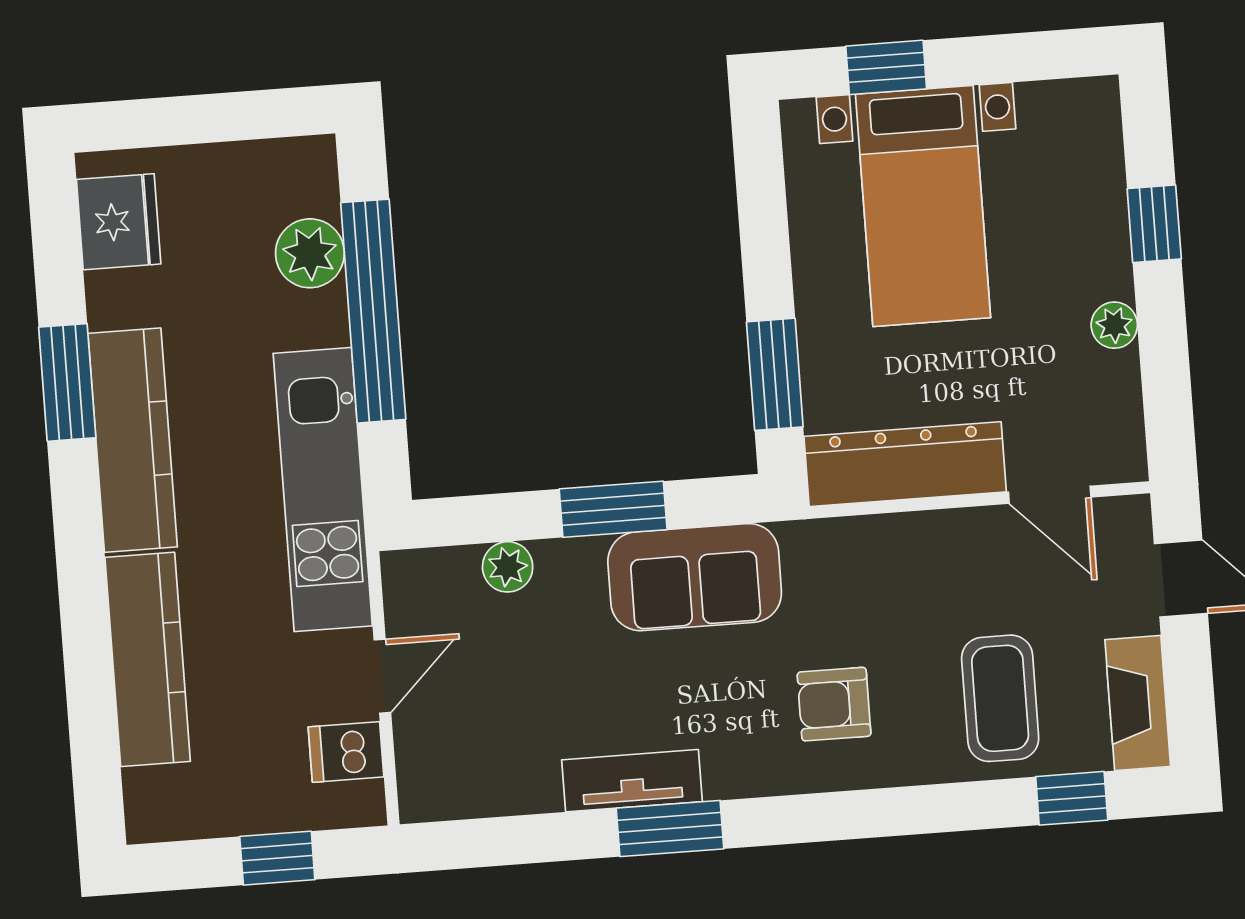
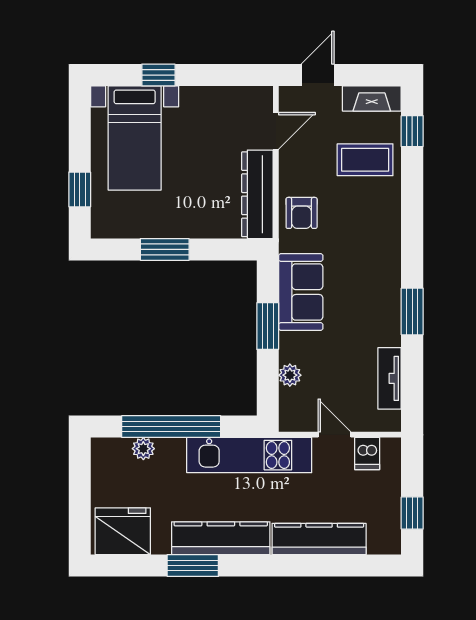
bed with nightstands: (923, 206) -> (135, 138), moved, turned 90
fridge: (119, 222) -> (123, 531), width x1.36, depth x1.34
plant: (310, 253) -> (143, 449), width x0.73, depth x0.73
plant: (1114, 325) -> (202, 96), removed
window: (775, 374) -> (165, 249), moved
armchair: (834, 704) -> (302, 213), moved
tv unit: (632, 781) -> (390, 378), moved
window: (277, 858) -> (412, 513), moved

